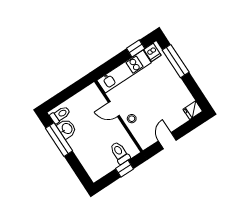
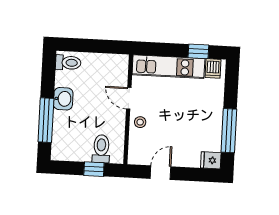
window: (176, 61) -> (229, 131), moved
washbasin: (67, 129) -> (63, 99), moved
window: (59, 140) -> (46, 120), moved

